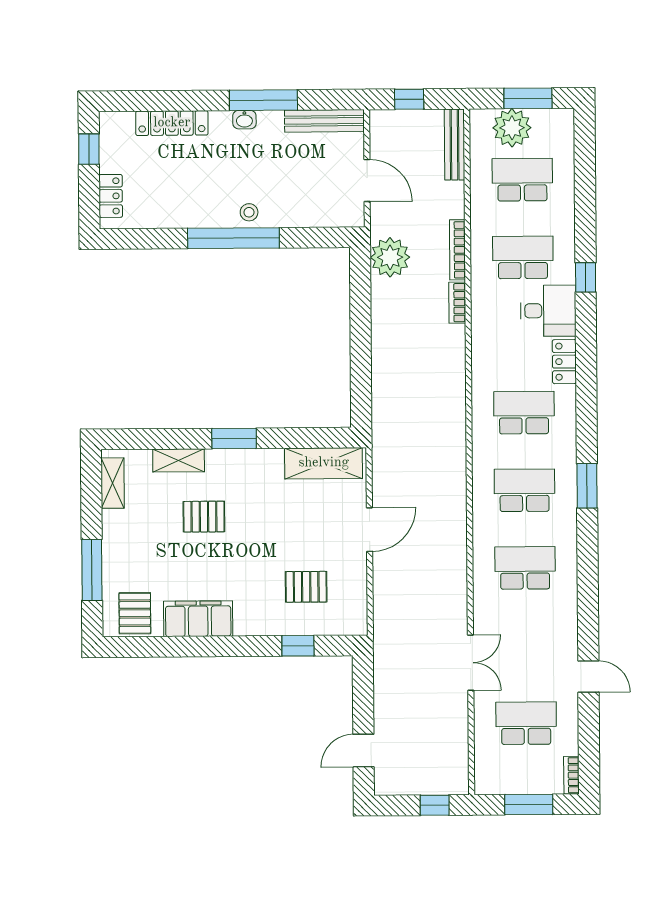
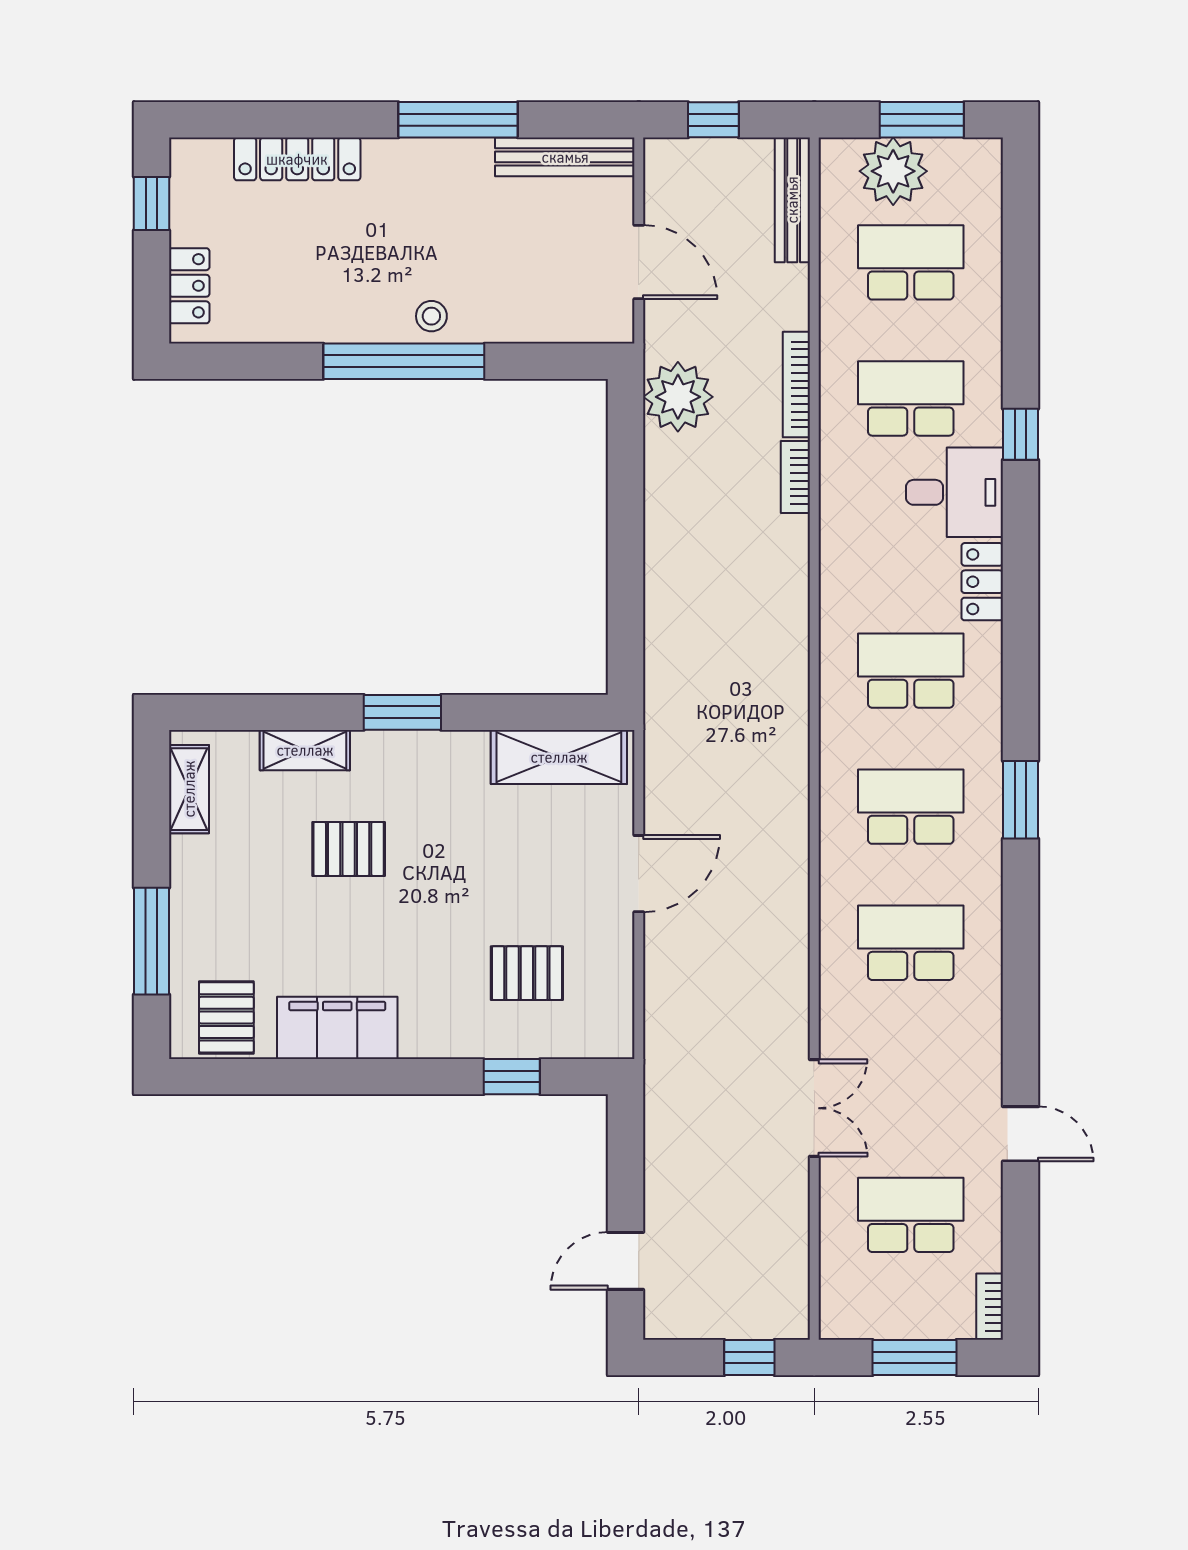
washbasin: (244, 120) -> (425, 154), removed

